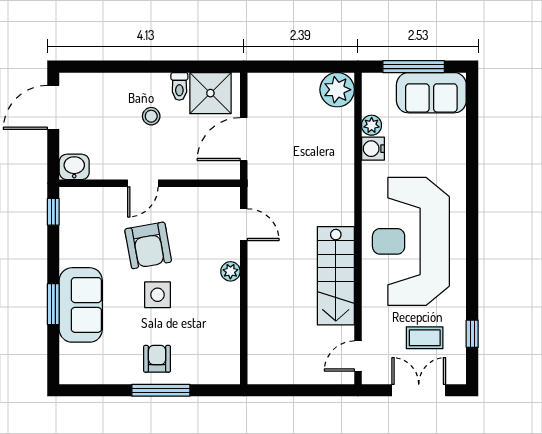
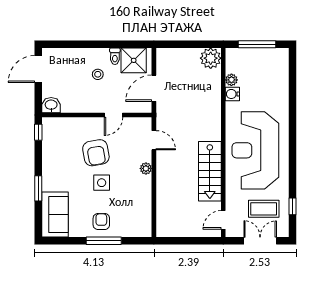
sofa: (431, 93) -> (268, 60), removed
door: (143, 183) -> (114, 115), moved
sofa: (81, 305) -> (55, 214), moved
coffee table: (425, 338) -> (264, 209), width x1.36, depth x1.30

